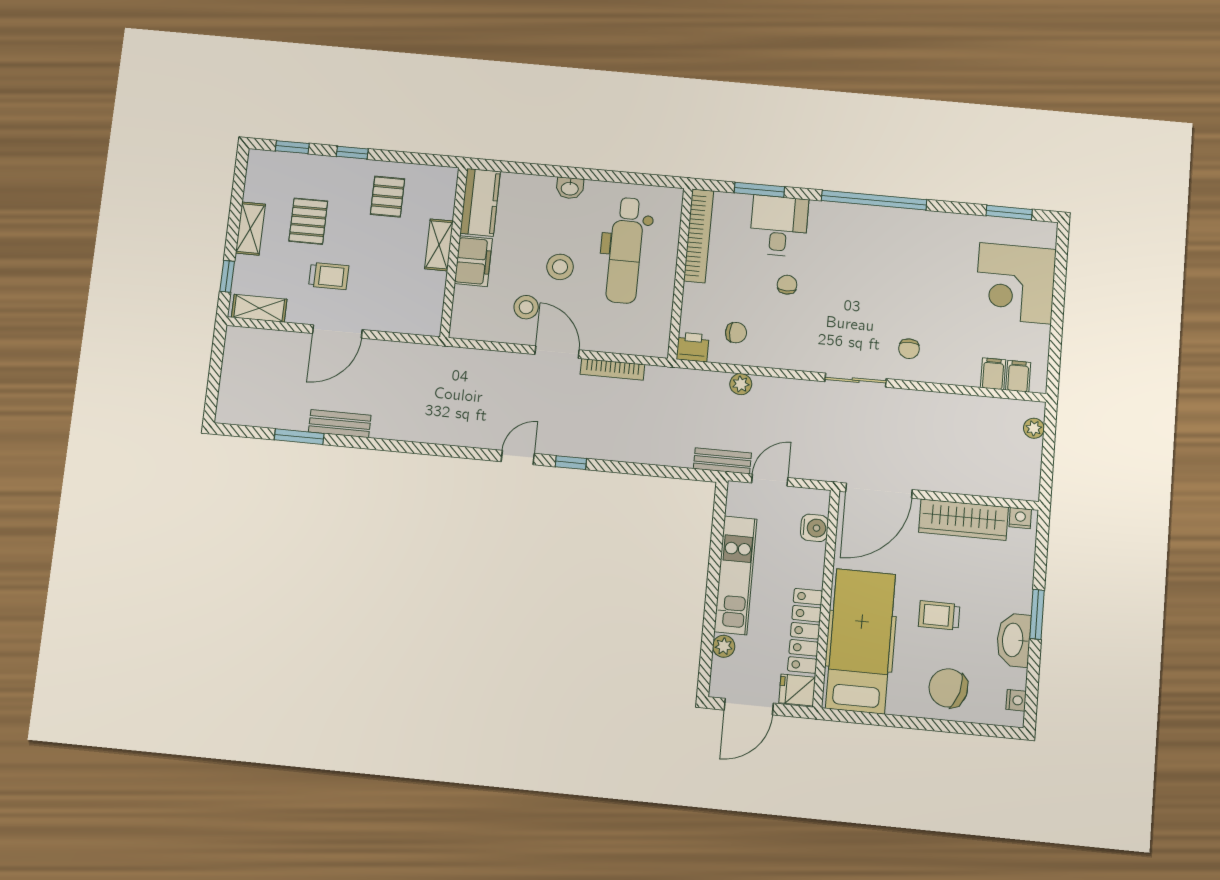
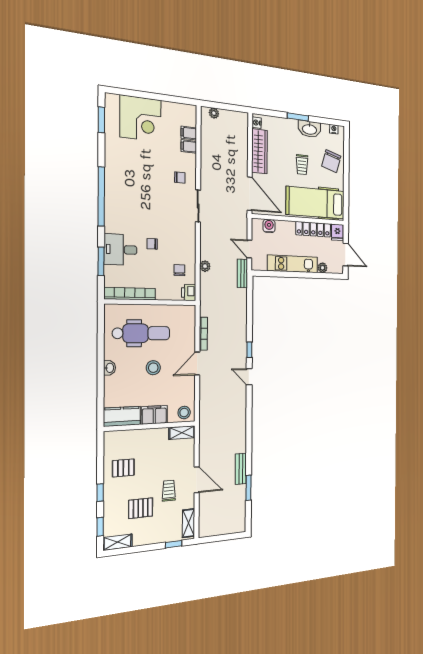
shelving: (250, 229) -> (118, 542), moved
shelving: (439, 245) -> (182, 433), moved
stool: (526, 307) -> (184, 413), moved
filing cabinet: (1018, 376) -> (189, 146), moved

